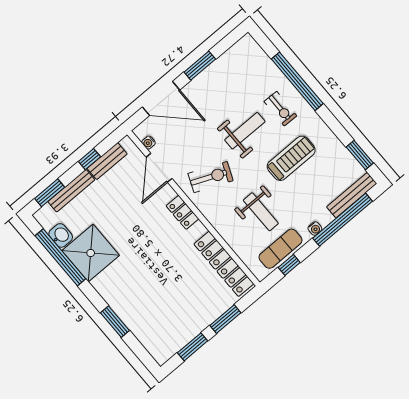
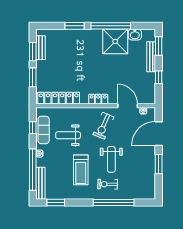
bench: (107, 161) -> (40, 48), moved
window: (60, 257) -> (111, 26), moved

